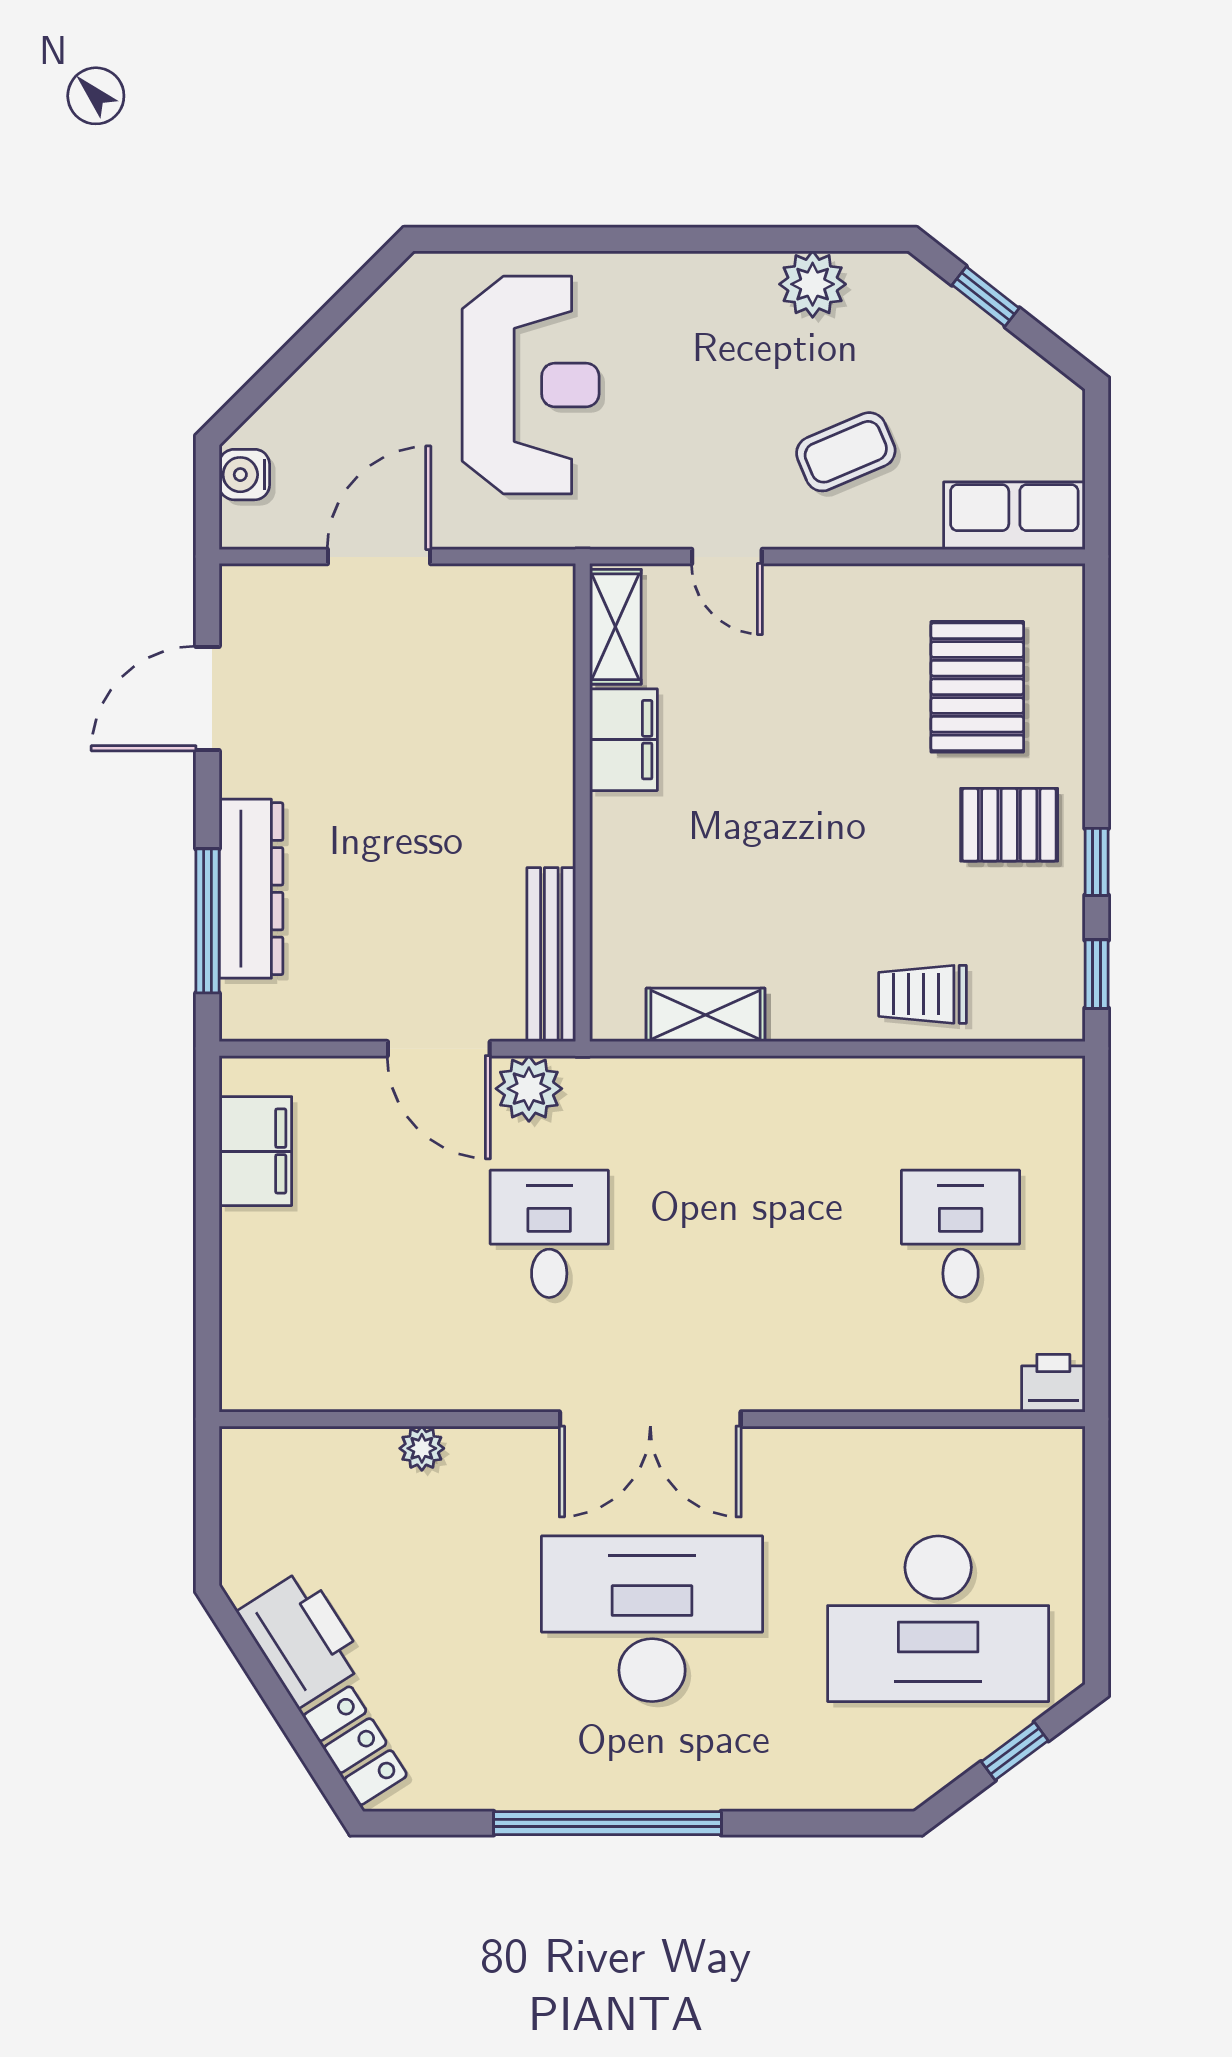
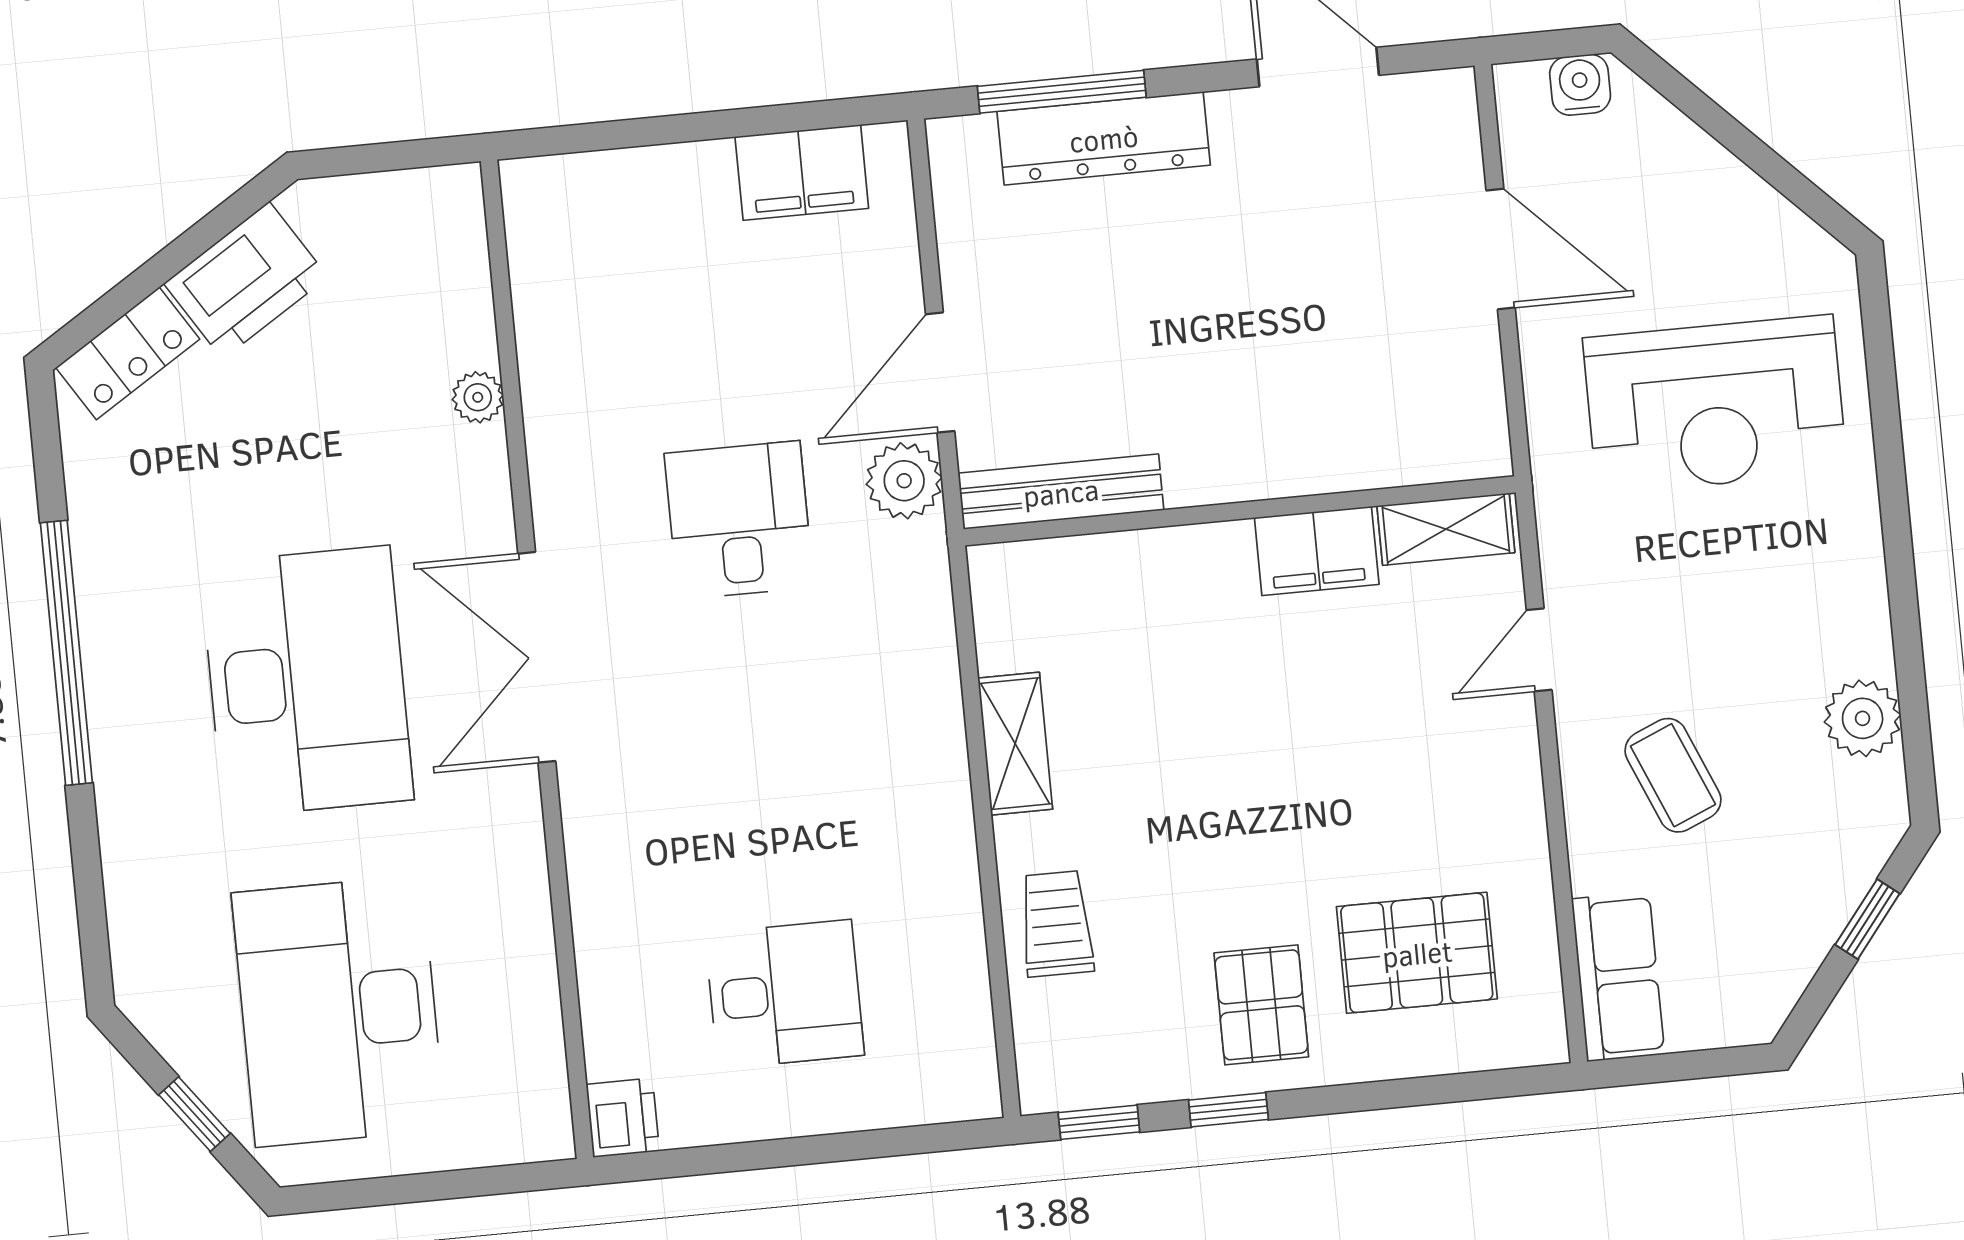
shelving: (706, 1015) -> (1015, 744), moved
desk: (549, 1234) -> (739, 520), turned -90

